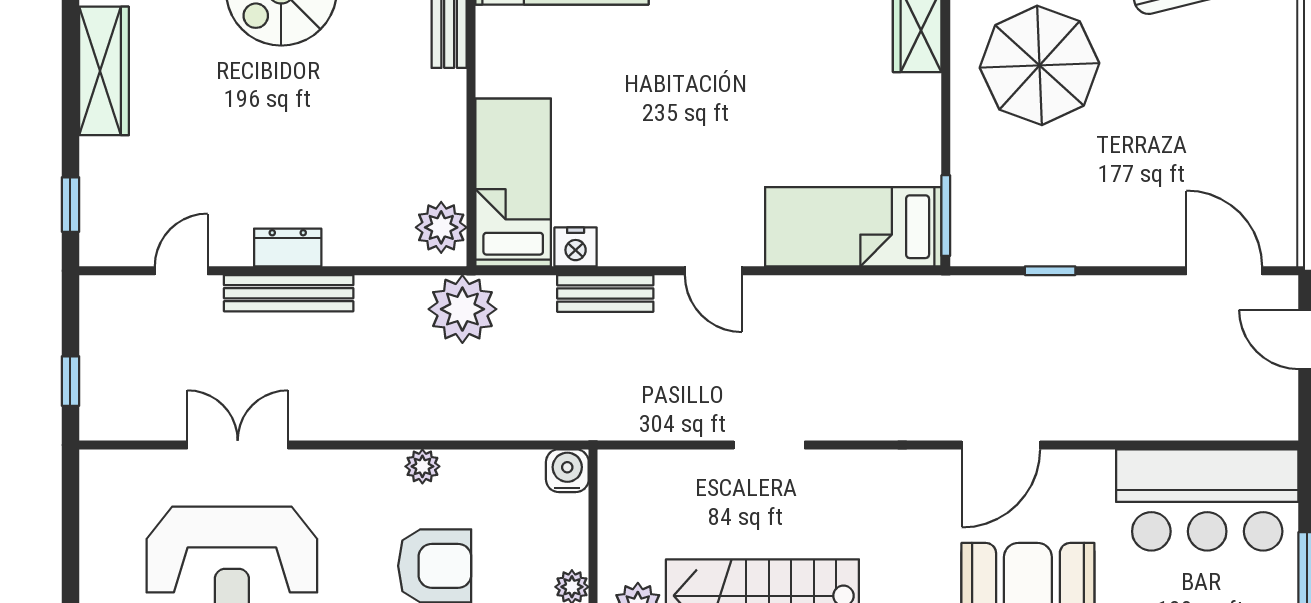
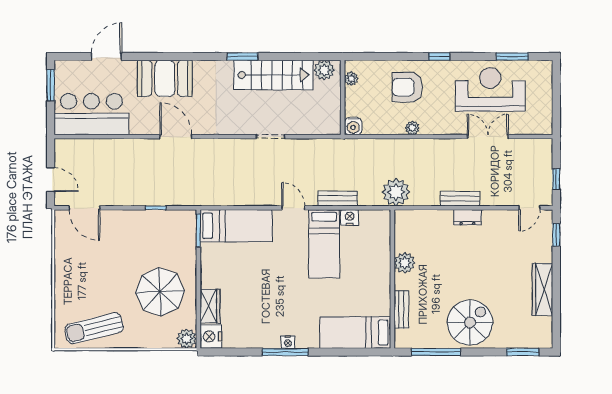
bed: (513, 182) -> (324, 244), moved
plant: (441, 227) -> (405, 263), moved
door: (181, 271) -> (529, 208), moved
bench: (289, 293) -> (460, 199), width x0.73
window: (70, 381) -> (556, 179), moved
double door: (238, 445) -> (488, 137), swing flipped
door: (1001, 445) -> (176, 137), hinge flipped

